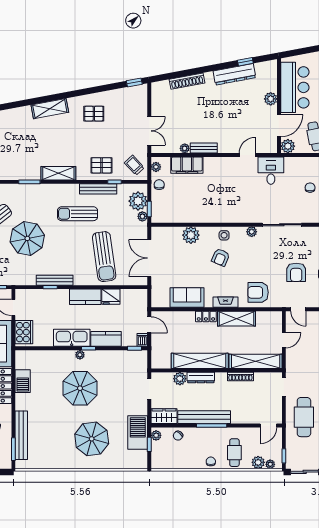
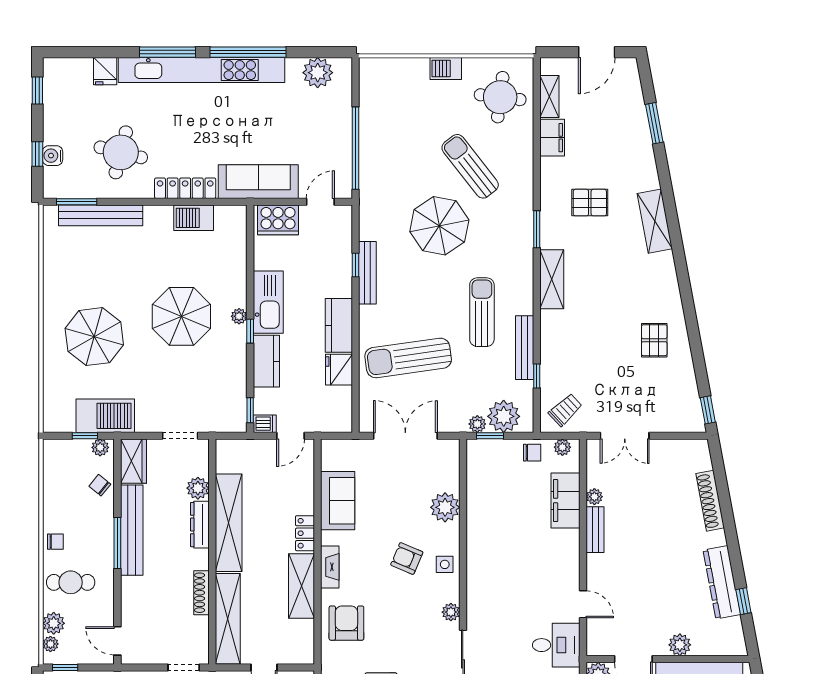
shelving: (50, 109) -> (655, 221), moved
pallet: (101, 165) -> (590, 203), moved, turned 90

